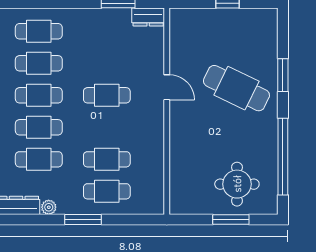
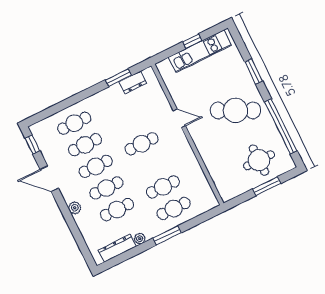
dresser: (148, 17) -> (133, 82), moved
kitchen unit: (231, 20) -> (200, 51), added
cafe table: (236, 88) -> (235, 110), moved

